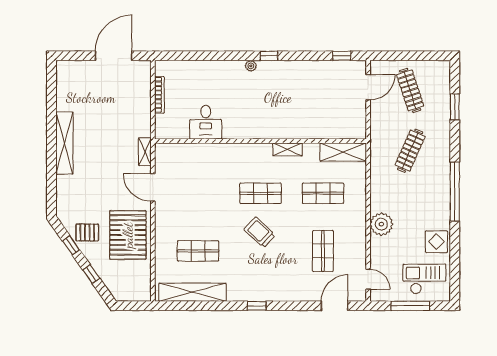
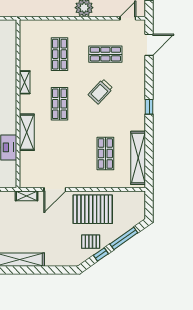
shelving: (343, 152) -> (27, 132), moved
trolley: (260, 232) -> (100, 92), moved
pallet: (87, 233) -> (91, 242), turned 90
window: (91, 274) -> (124, 238), width x2.17
door: (335, 306) -> (149, 45), swing flipped

